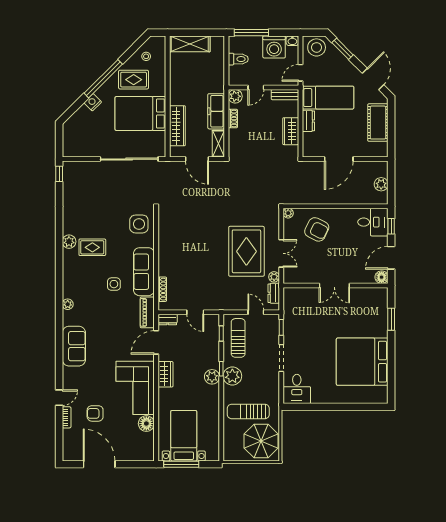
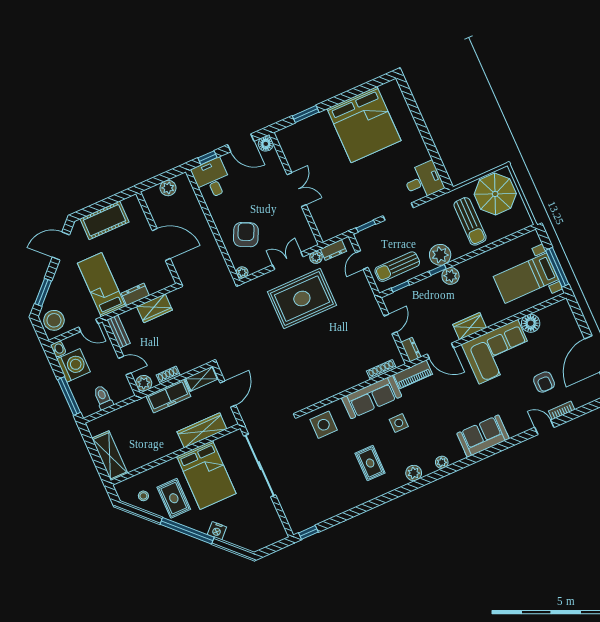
plant: (69, 242) -> (414, 473), moved

